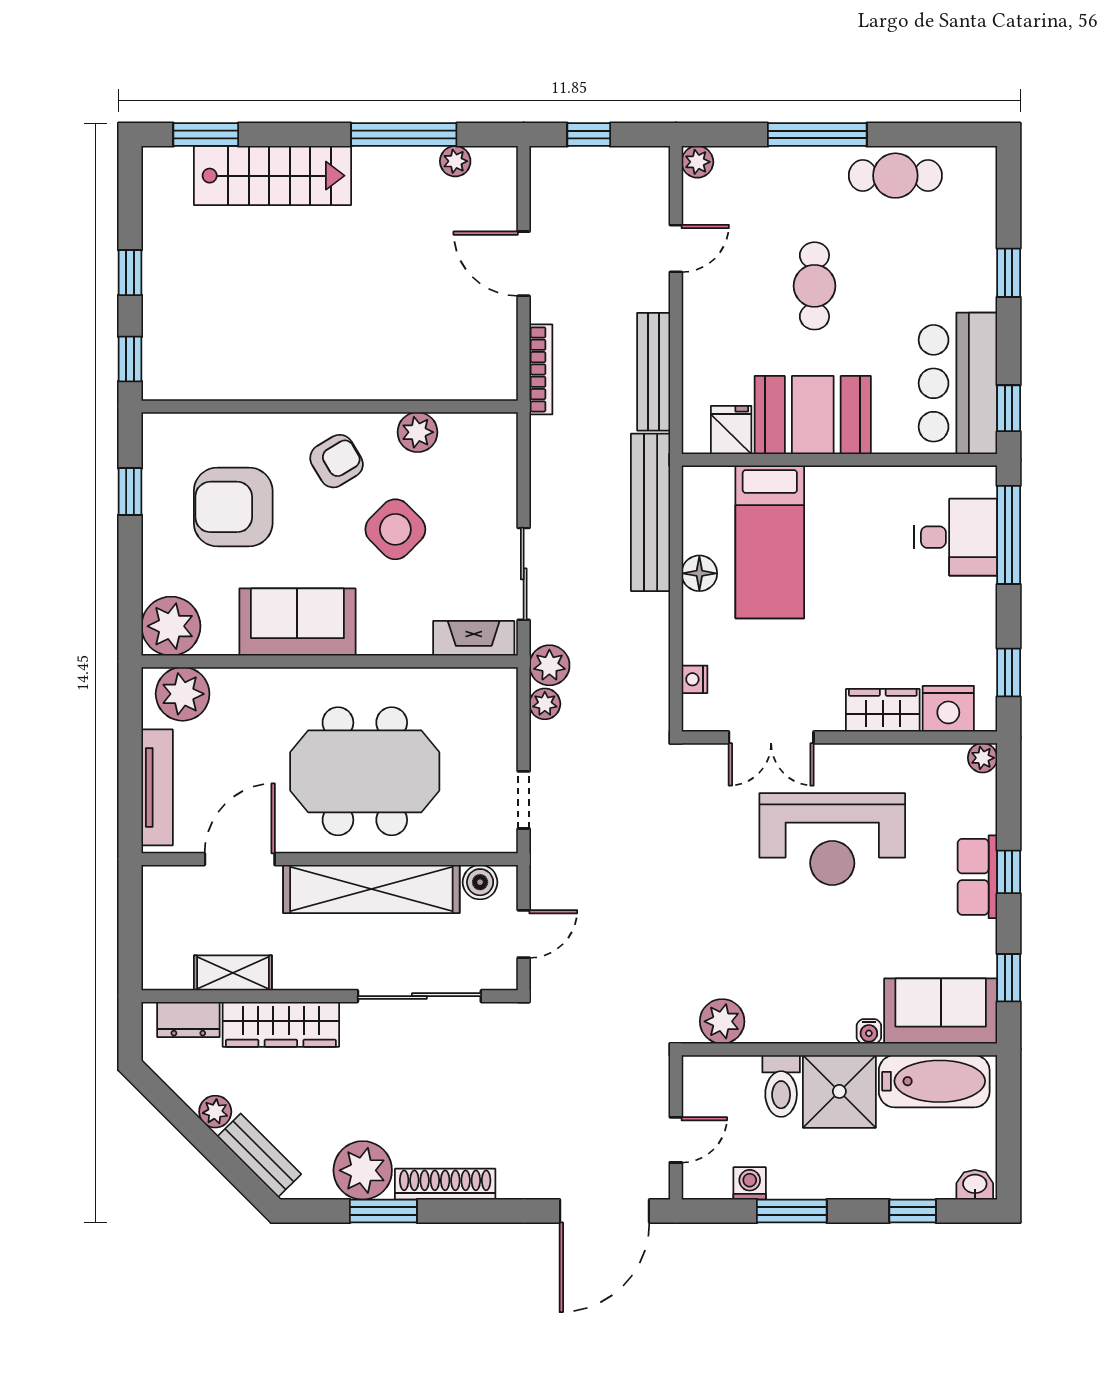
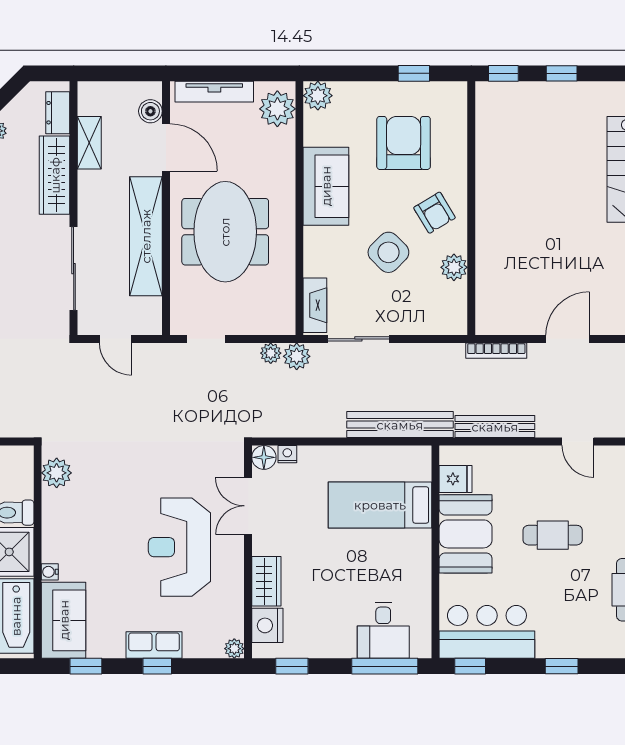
floor lamp: (699, 573) -> (264, 457), moved
plant: (171, 626) -> (318, 96), width x0.73, depth x0.73
boiler: (480, 882) -> (150, 111), moved

